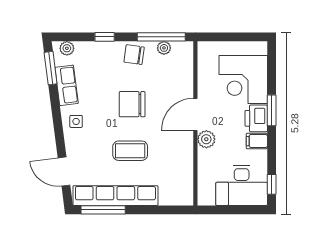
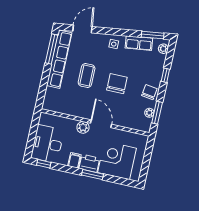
window: (161, 37) -> (157, 113), width x0.69

